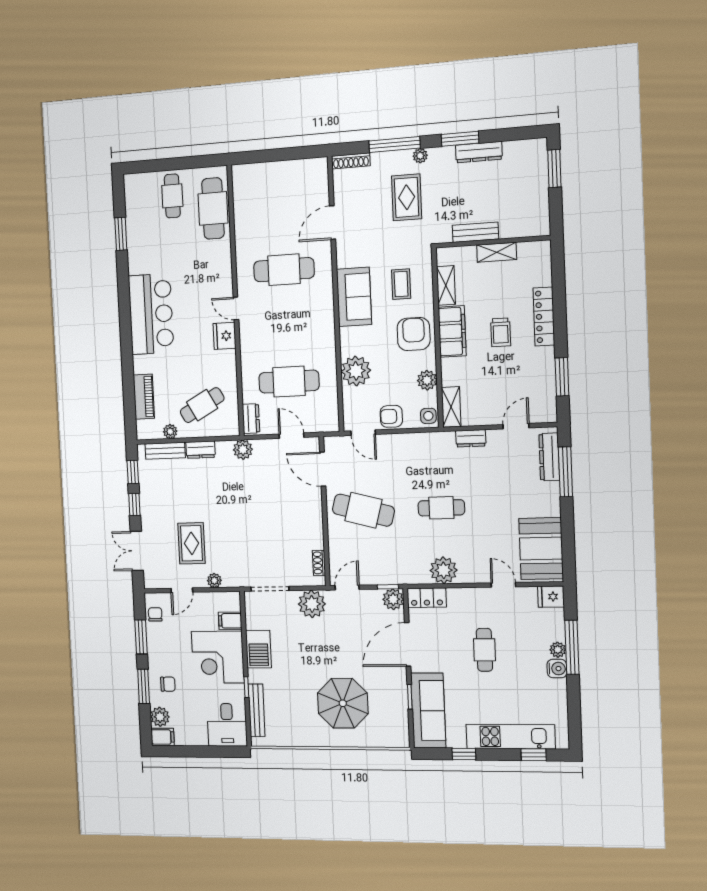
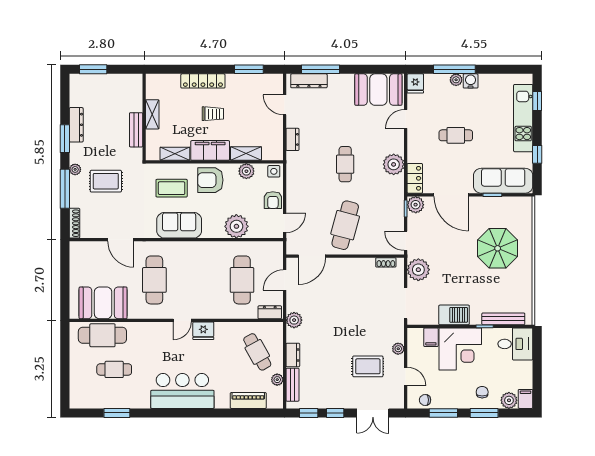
cafe table: (172, 196) -> (114, 369), moved
booth: (253, 206) -> (103, 303), added
coffee table: (401, 284) -> (172, 188), width x1.36, depth x1.30
shelving: (451, 407) -> (246, 153), moved

